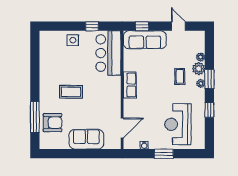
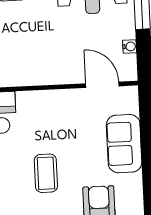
row of seats: (130, 85) -> (30, 75), removed

